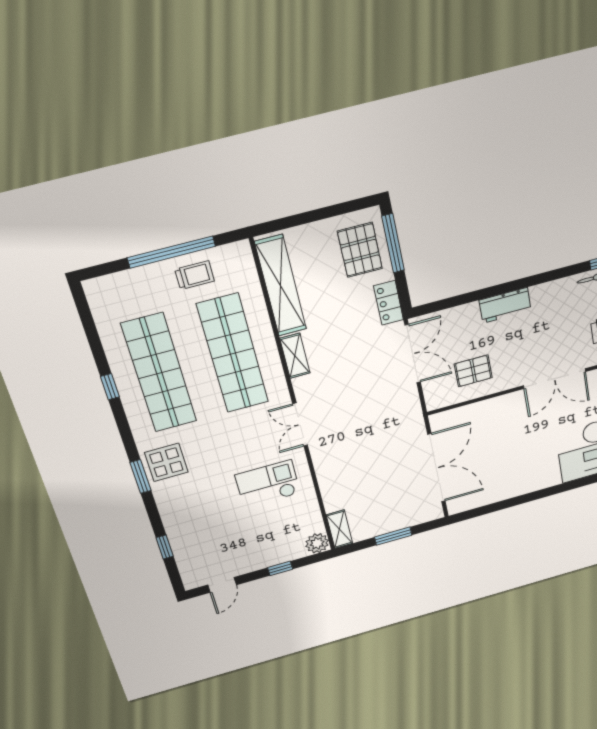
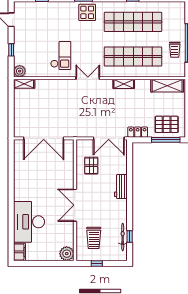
shelving: (281, 286) -> (167, 86), width x0.68
window: (393, 536) -> (11, 109), removed

